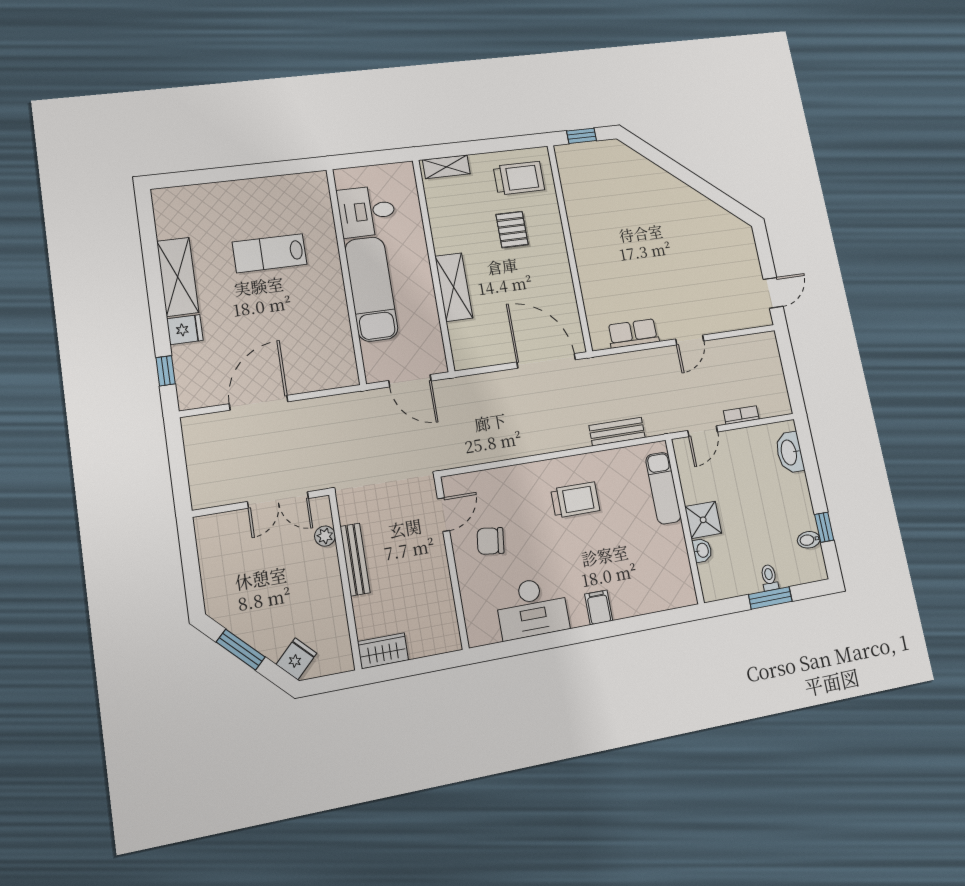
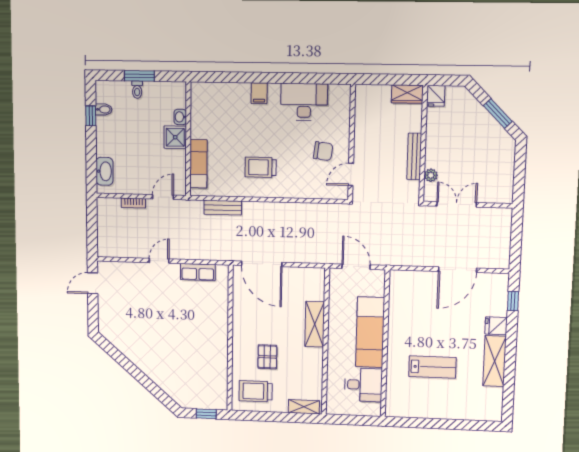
fridge: (296, 659) -> (436, 96), moved, turned -45

